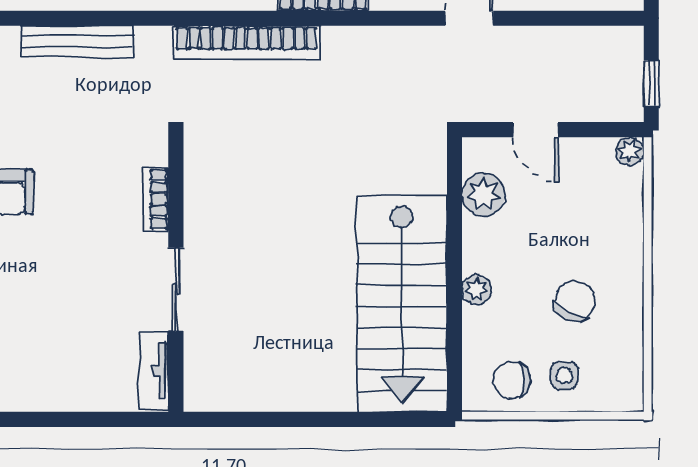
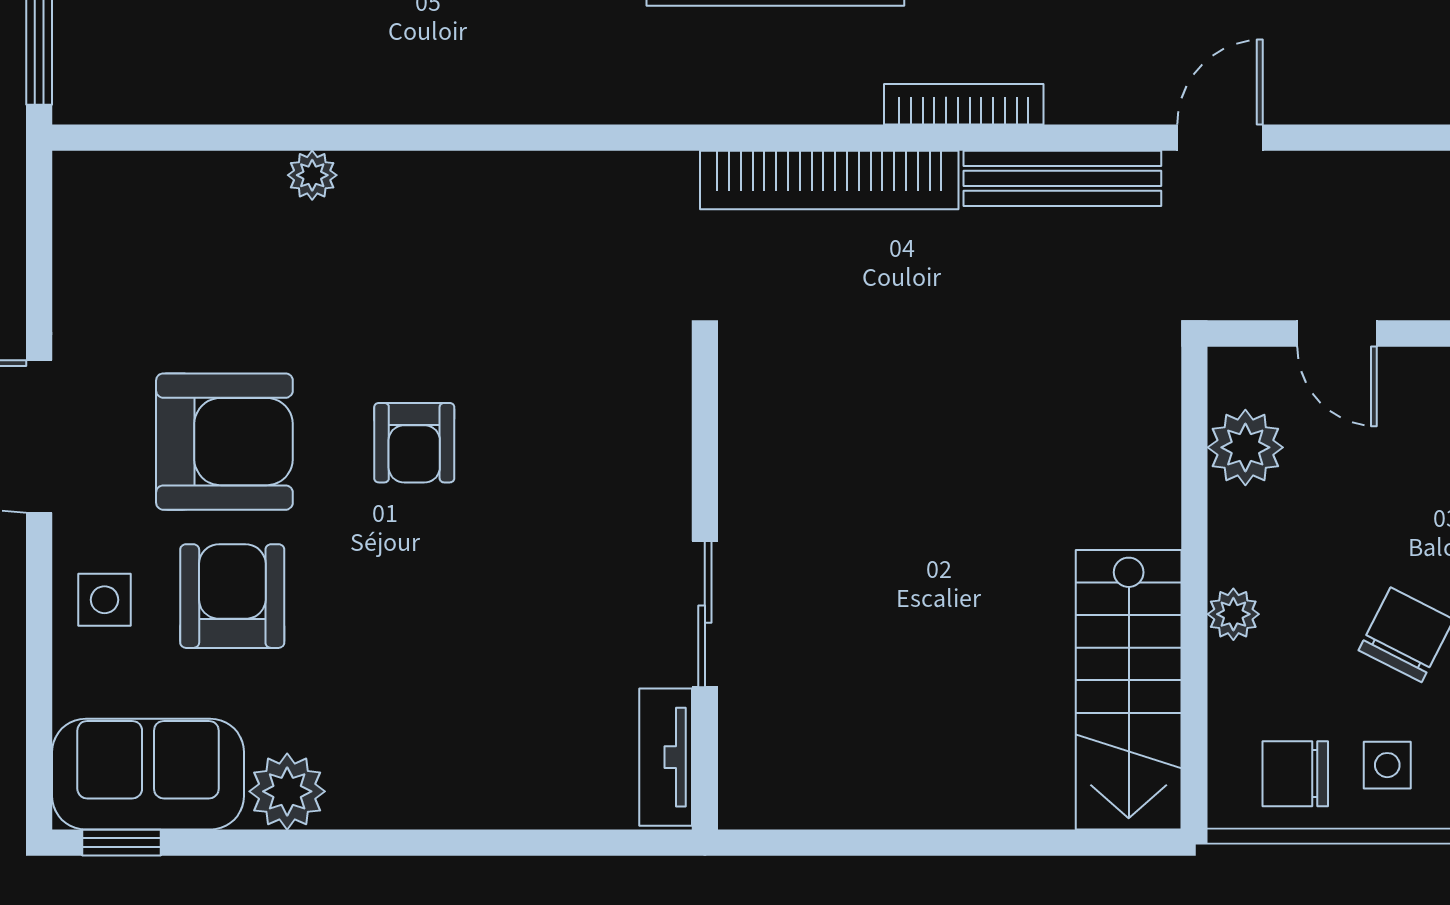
bench: (78, 41) -> (1062, 178), moved
bookcase: (156, 199) -> (670, 456), removed
stairs: (402, 303) -> (1129, 690), width x0.73, depth x0.66

